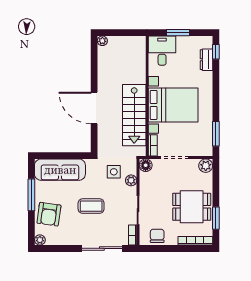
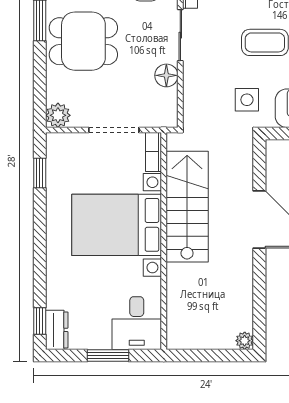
dresser: (206, 60) -> (57, 330), moved
window: (216, 134) -> (40, 173), width x0.67
floor lamp: (146, 165) -> (166, 75), moved
side table: (114, 172) -> (247, 100), moved
plant: (131, 180) -> (193, 89), removed

